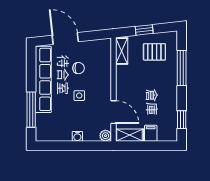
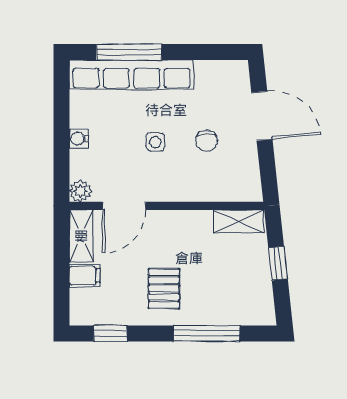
door: (65, 39) -> (262, 116), hinge flipped
pallet: (154, 52) -> (164, 289), moved
row of seats: (43, 79) -> (132, 75), moved

